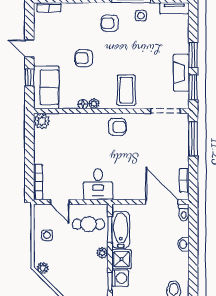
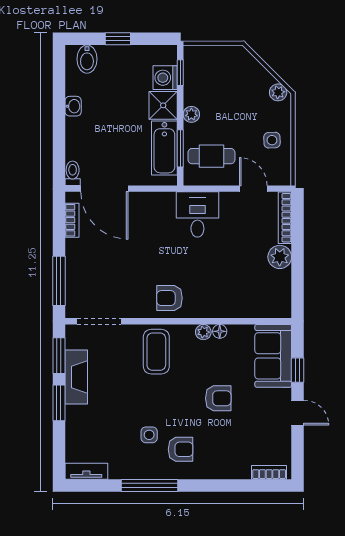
side table: (141, 16) -> (149, 435), moved
plant: (42, 121) -> (280, 257), moved
washbasin: (183, 244) -> (73, 106), moved

